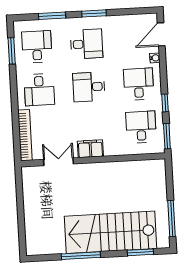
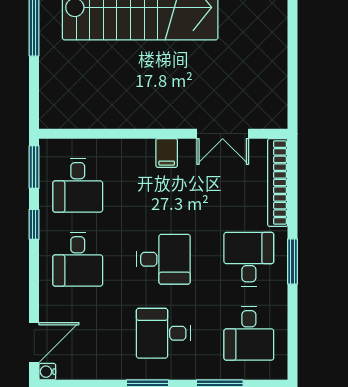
window: (12, 51) -> (293, 261), moved
water cooler: (155, 58) -> (47, 372), moved
filing cabinet: (90, 149) -> (167, 153), width x0.50

